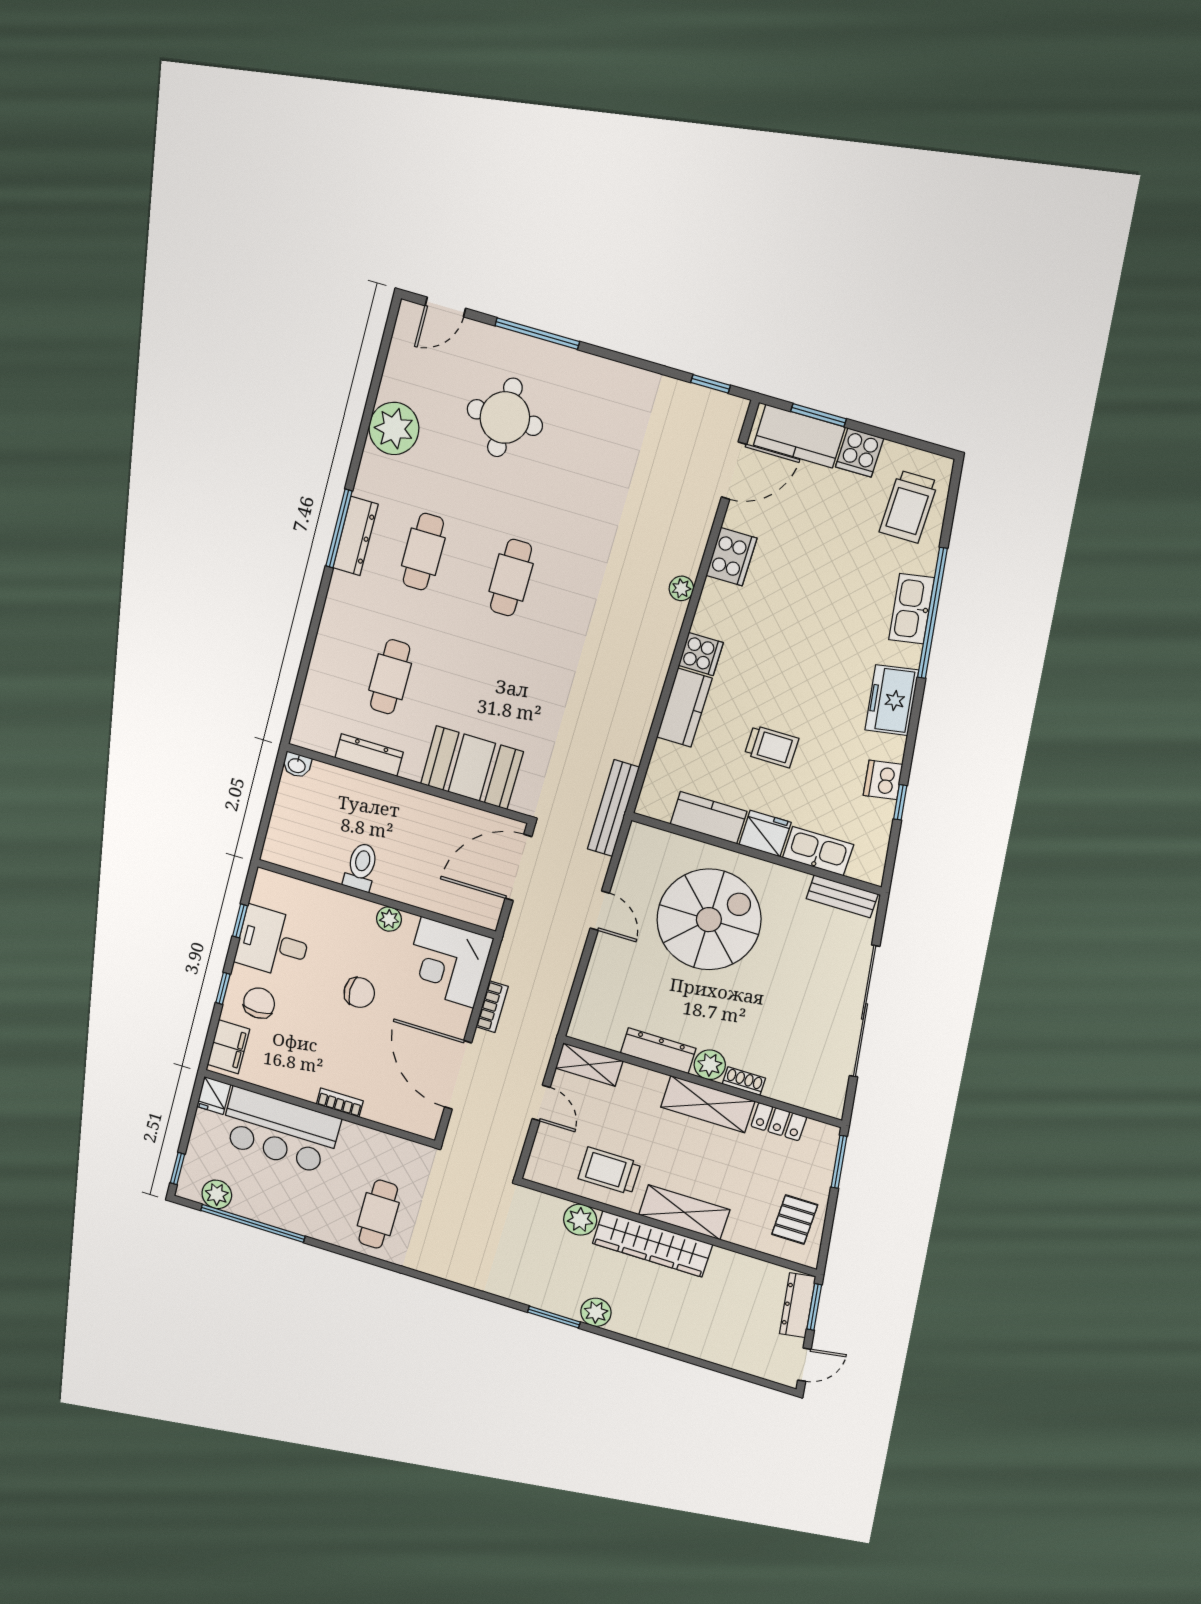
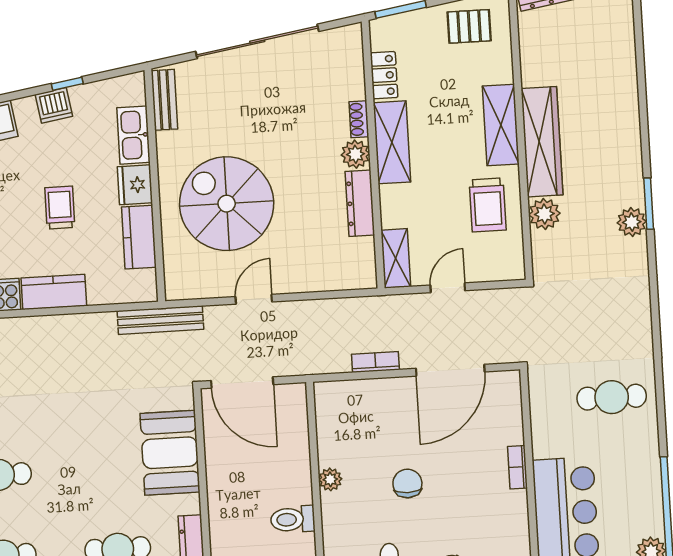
corner desk: (448, 962) -> (350, 415), removed
plant: (596, 1312) -> (632, 222), moved

